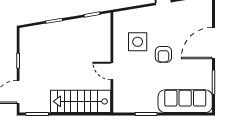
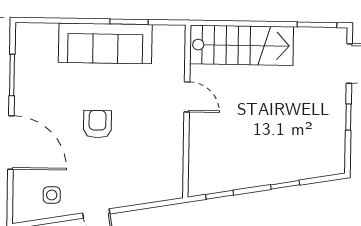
side table: (138, 42) -> (52, 195), moved, width x0.54, depth x0.54
door: (213, 43) -> (11, 142), hinge flipped
sofa: (185, 101) -> (105, 43), moved

